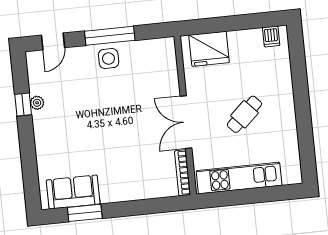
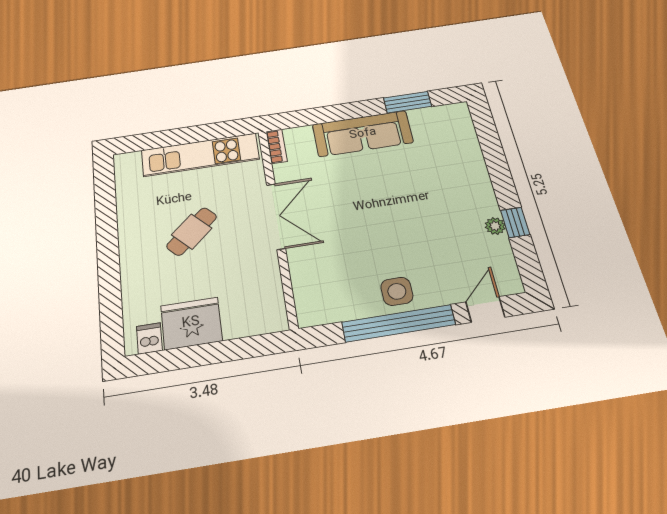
window: (110, 36) -> (399, 323), width x1.46
fridge: (209, 49) -> (191, 323), moved
bookcase: (183, 173) -> (277, 146), width x0.64
sofa: (73, 192) -> (363, 134), moved, width x1.36

